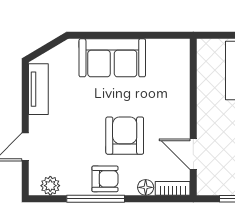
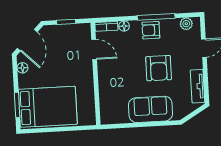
armchair: (125, 136) -> (159, 68), moved

